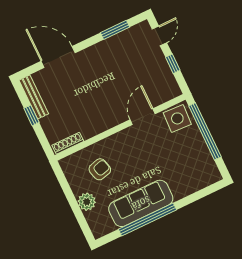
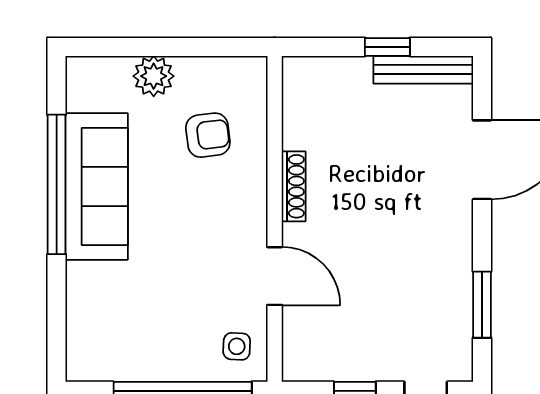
side table: (177, 118) -> (237, 346), width x0.54, depth x0.54
shoe rack: (68, 143) -> (294, 186), moved
armchair: (100, 169) -> (208, 135), turned -82

